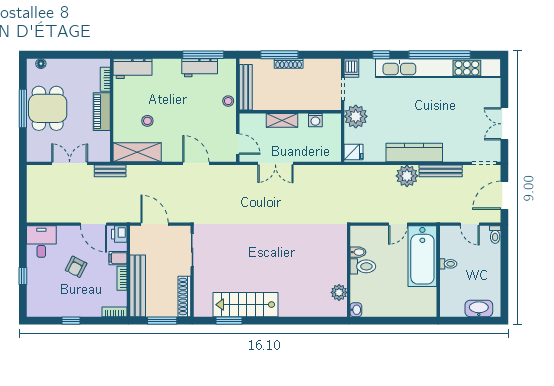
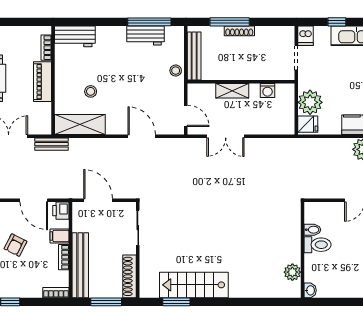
plant: (356, 116) -> (310, 102), moved

